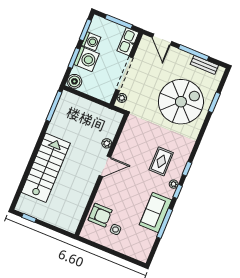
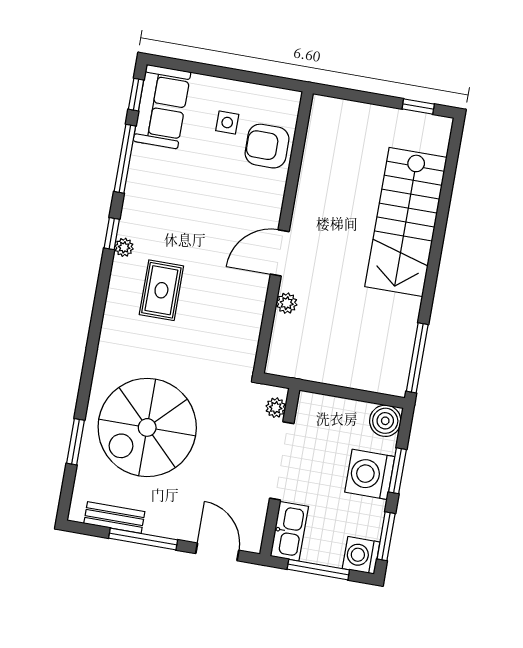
washing machine: (91, 41) -> (361, 555), moved
window: (187, 169) -> (136, 95), moved
sofa: (155, 212) -> (162, 107), moved

